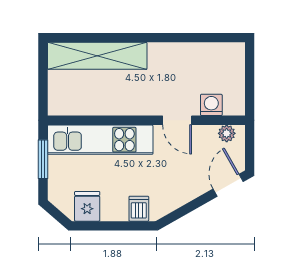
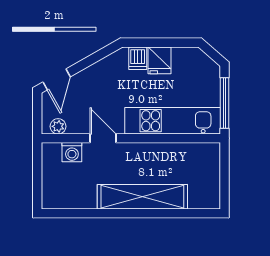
shelving: (97, 56) -> (142, 197), moved
window: (43, 159) -> (224, 103), width x1.44
fridge: (87, 206) -> (160, 60), moved

